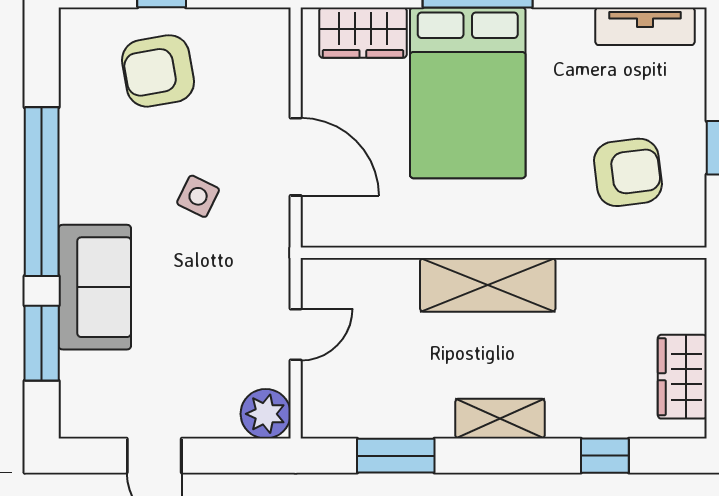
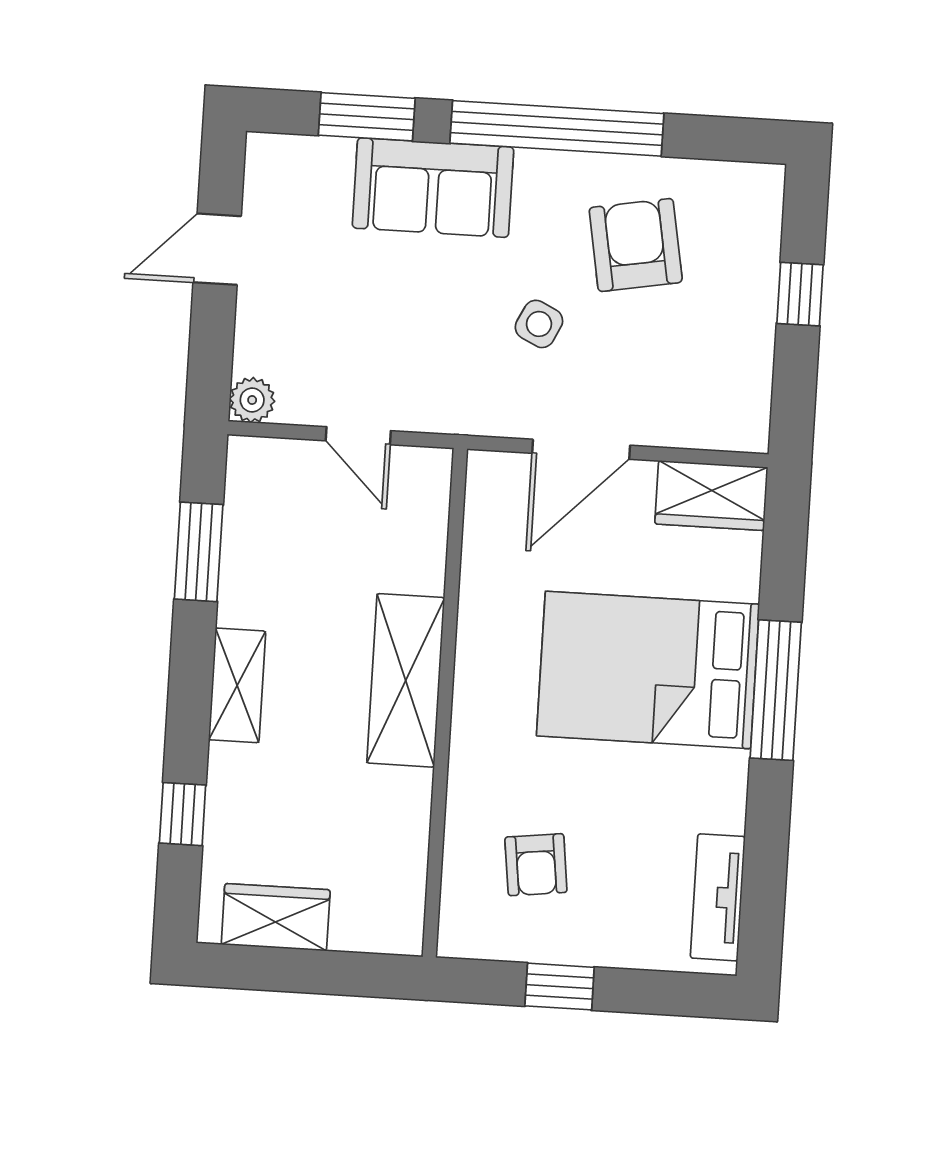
wardrobe: (363, 33) -> (711, 496), moved, turned -90
armchair: (158, 71) -> (636, 245), moved
armchair: (628, 172) -> (536, 865), width x0.72, depth x0.72
plant: (266, 414) -> (252, 400), width x0.73, depth x0.73

